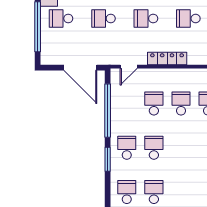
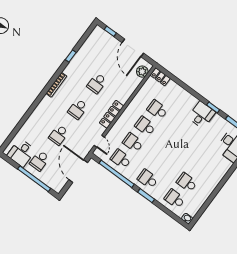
door: (80, 68) -> (78, 171), swing flipped
school desk: (154, 148) -> (121, 159), moved

